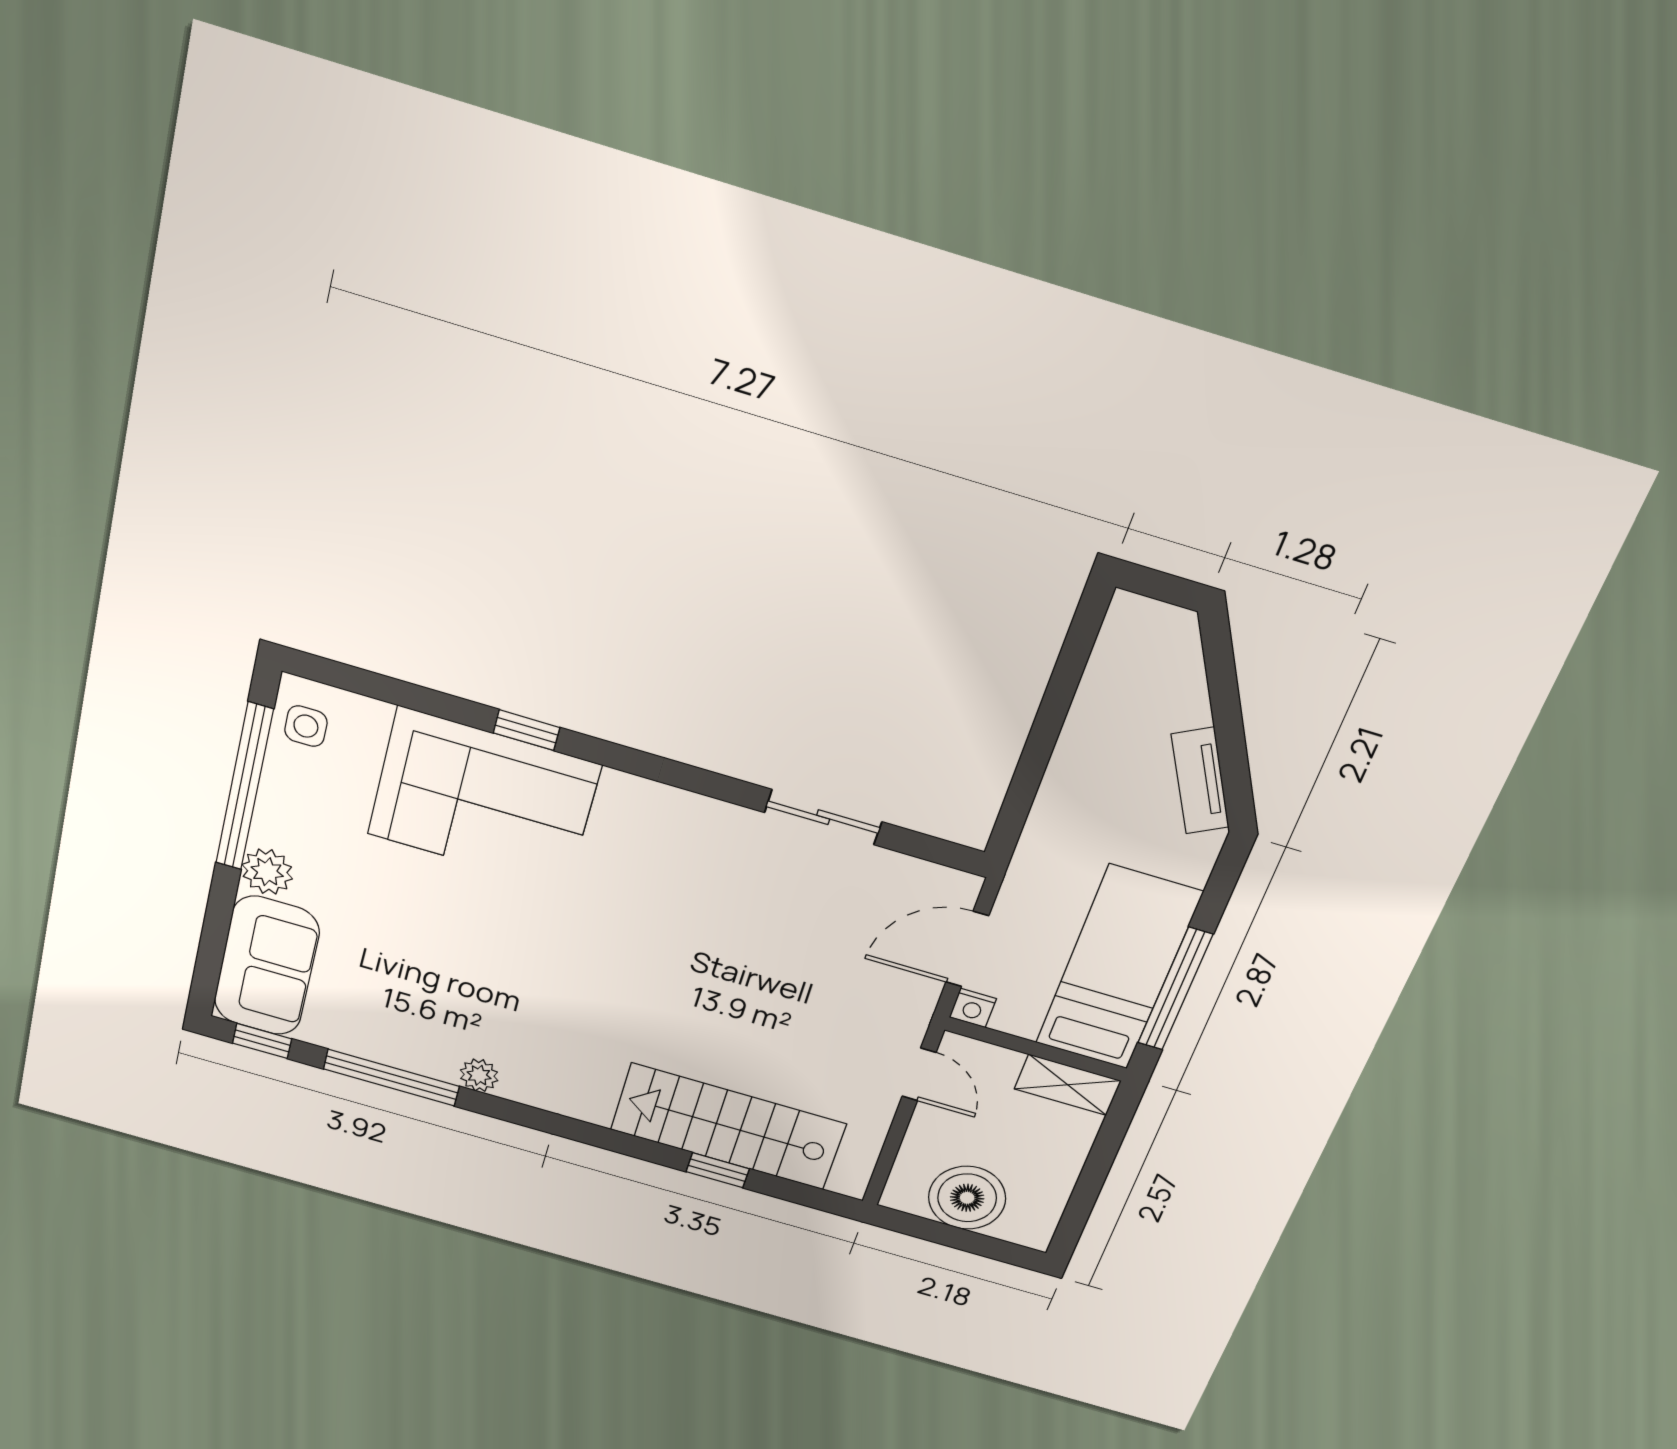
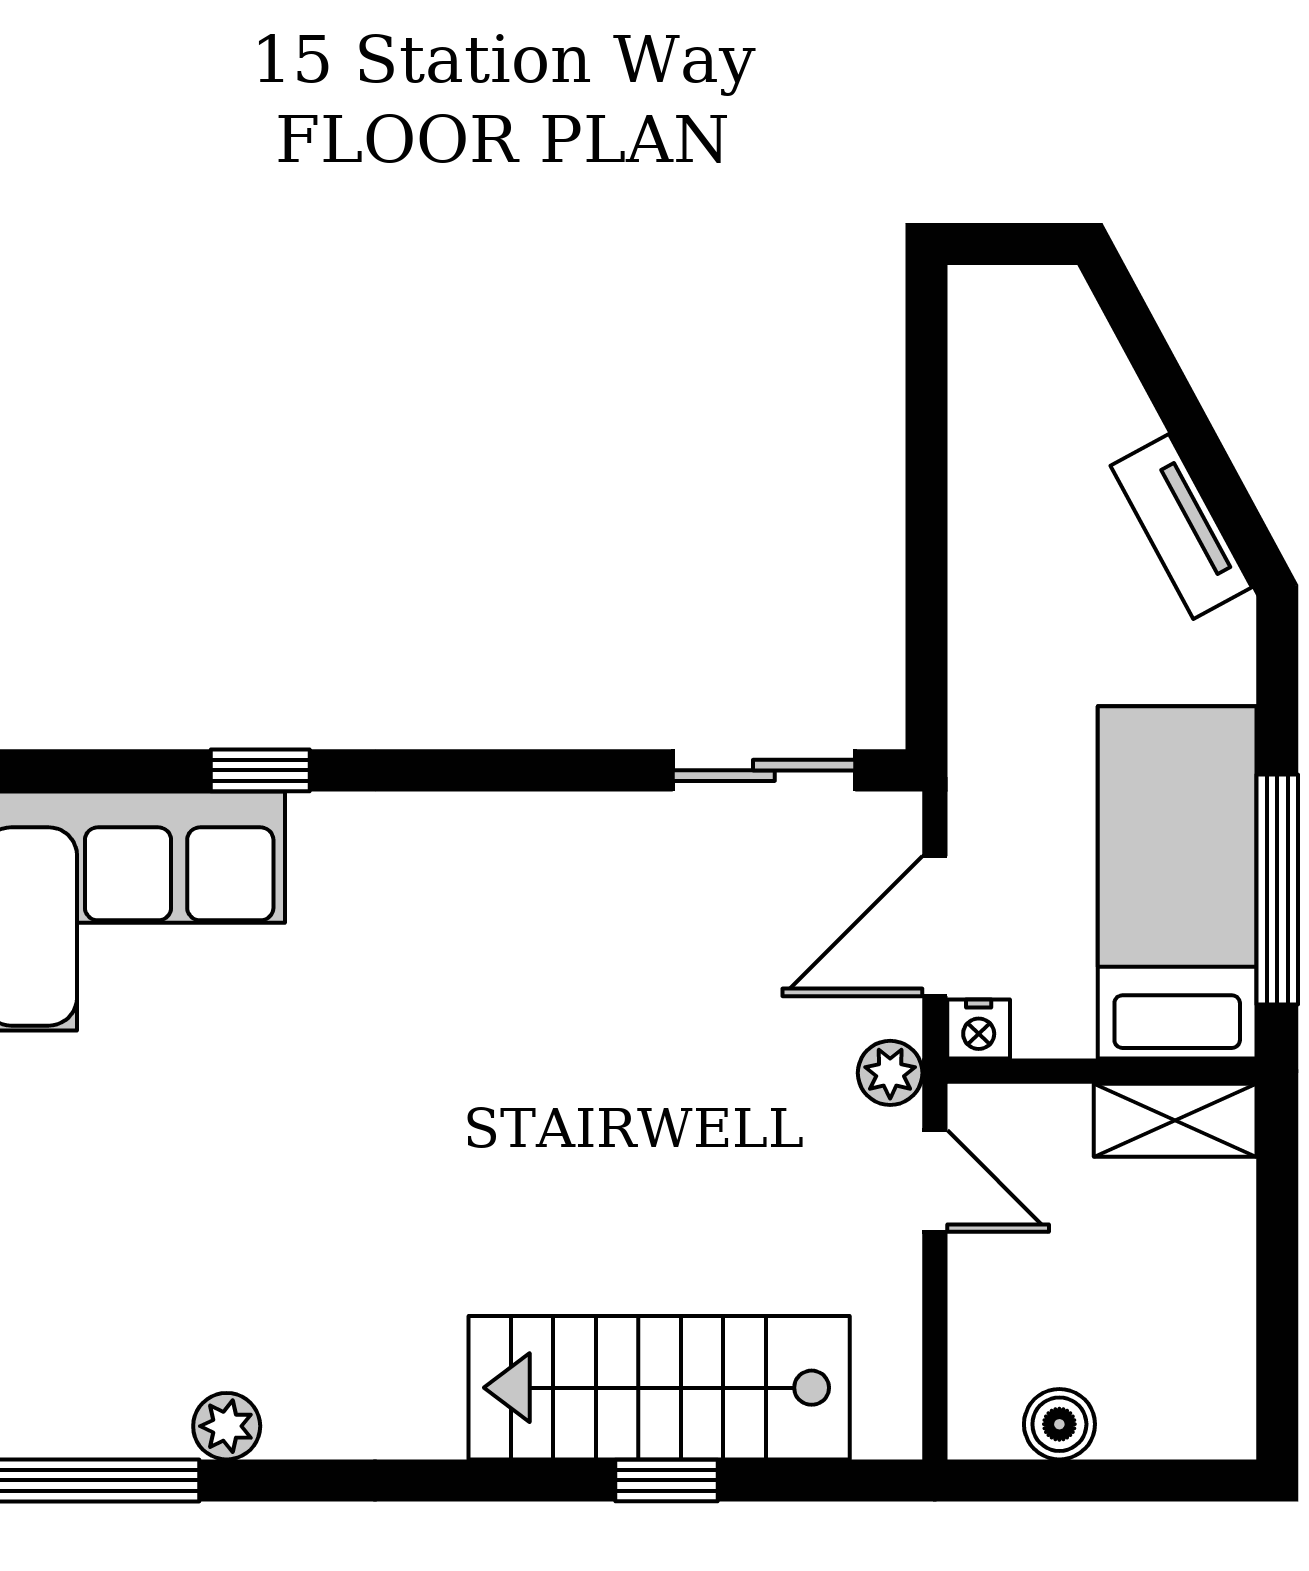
window: (527, 730) -> (260, 770), moved
sliding door: (823, 817) -> (764, 770), moved
plant: (913, 1015) -> (890, 1073), added
boiler: (967, 1198) -> (1059, 1424), width x0.54, depth x0.54

